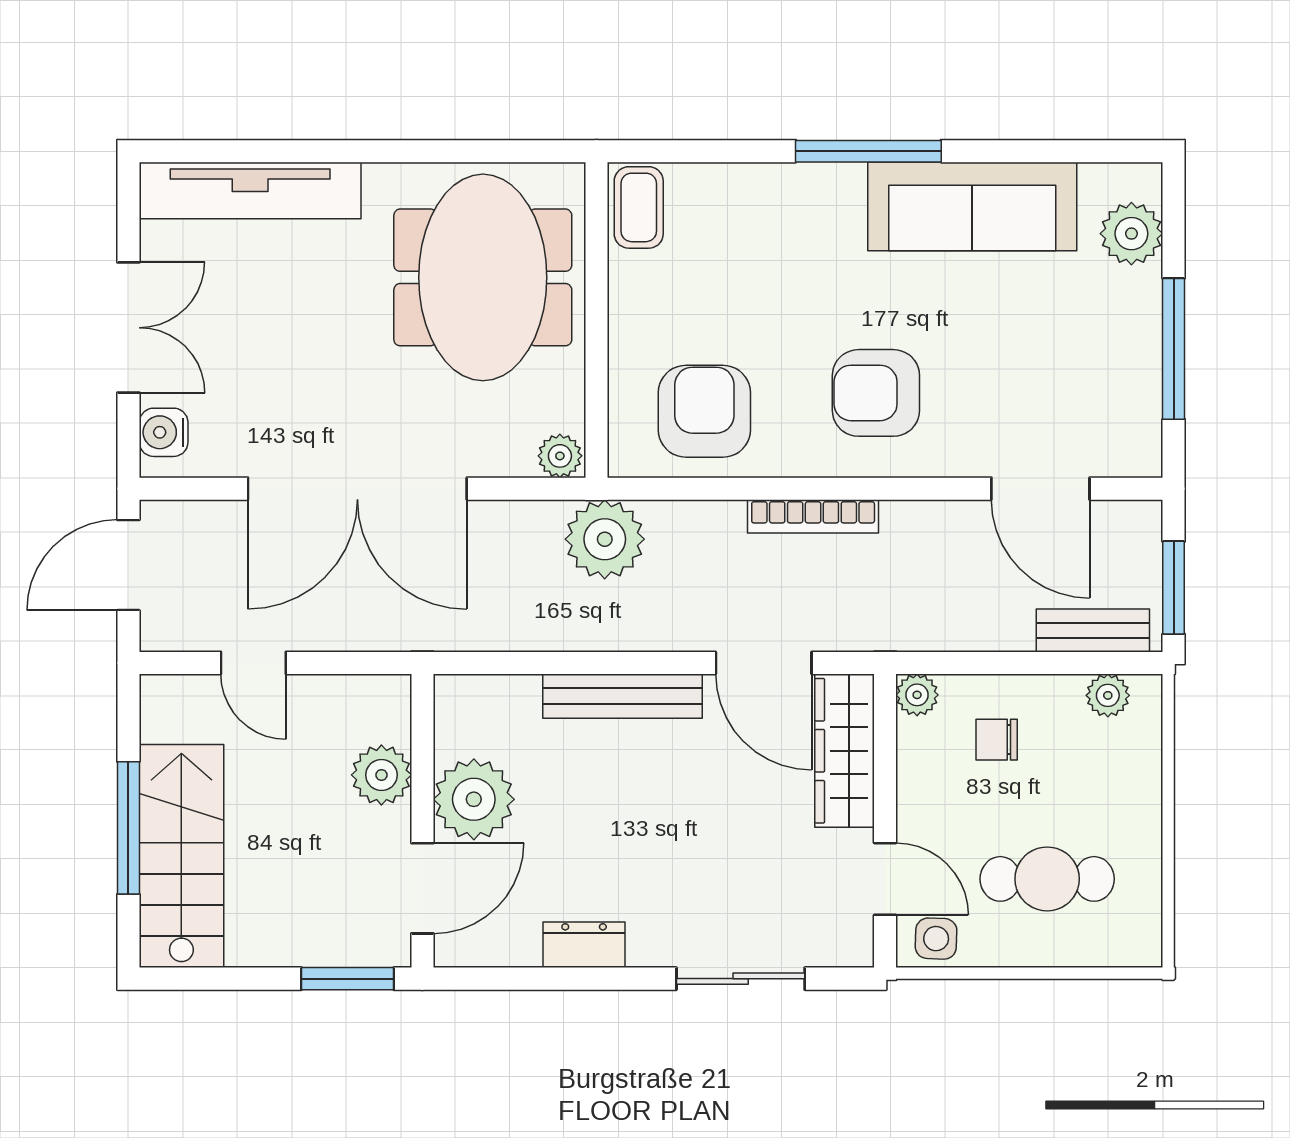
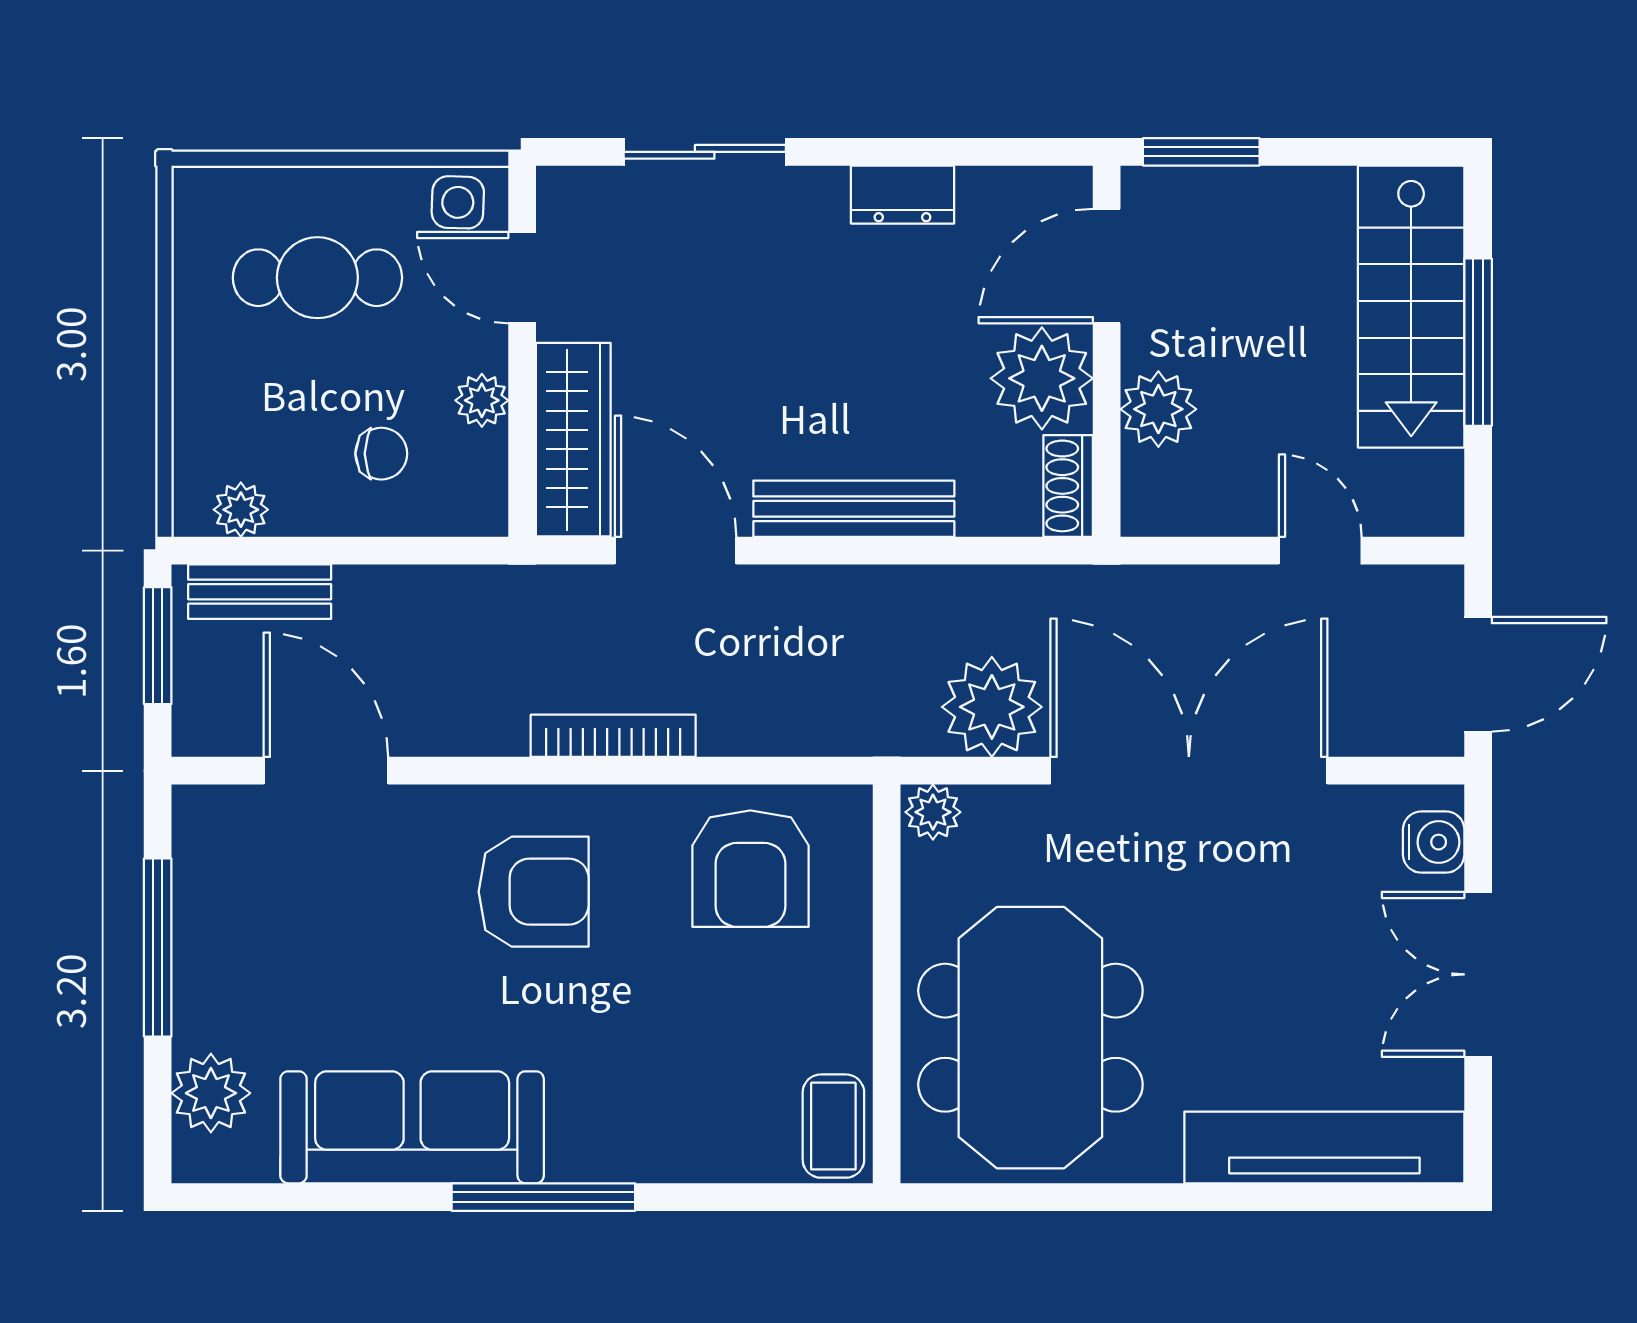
plant: (605, 539) -> (992, 707), moved
plant: (917, 695) -> (482, 400), moved
shoe rack: (453, 714) -> (1068, 486), added

